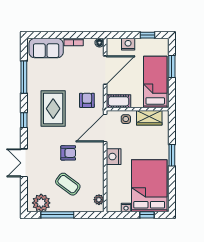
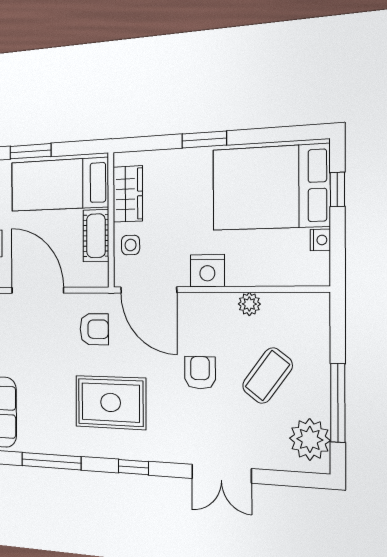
armchair: (87, 100) -> (94, 329), turned 180
cot: (118, 101) -> (96, 236), moved
plant: (99, 200) -> (249, 304), moved

